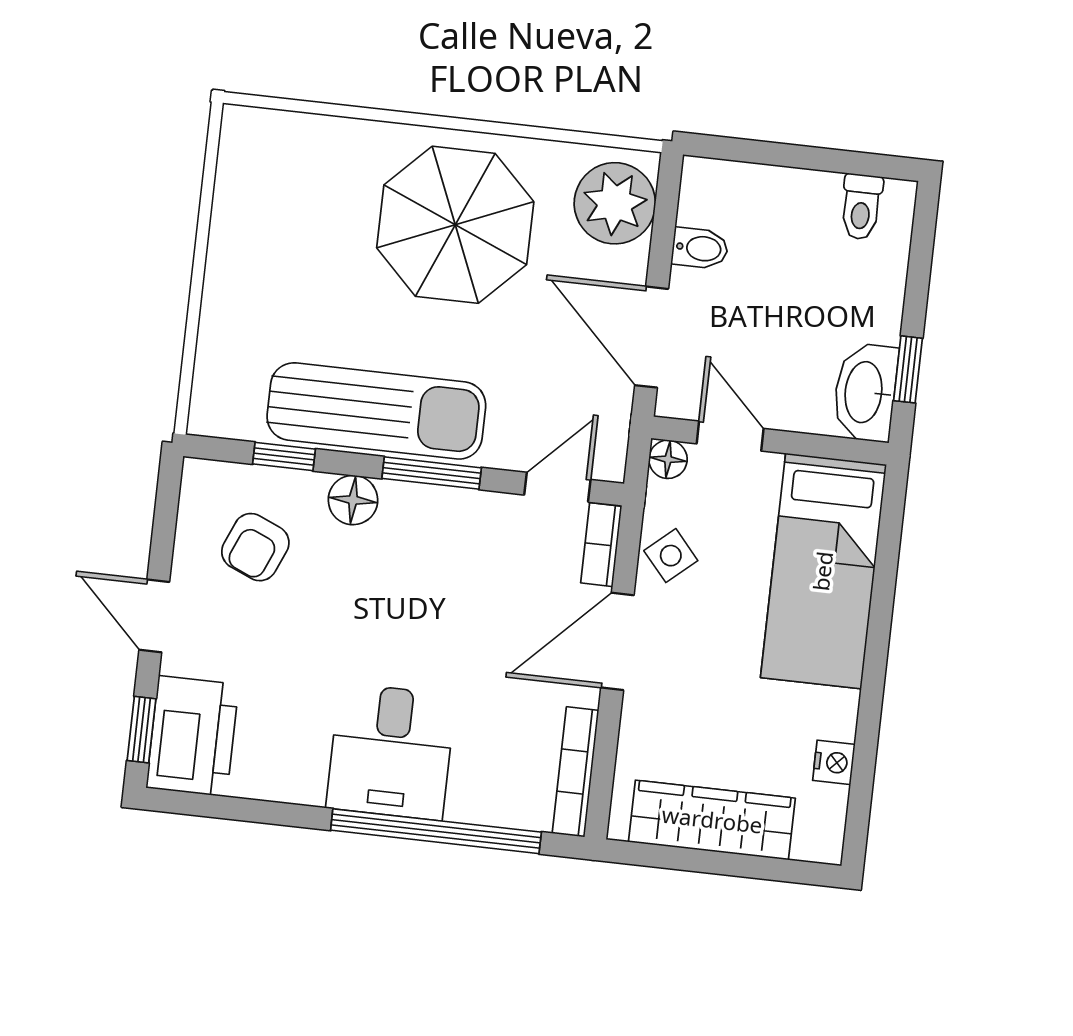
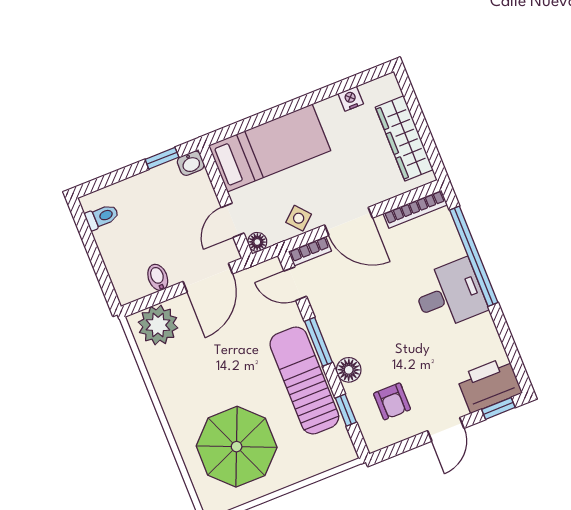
parasol: (455, 225) -> (237, 447), moved
washbasin: (865, 392) -> (191, 163), width x0.52, depth x0.69
armchair: (255, 547) -> (392, 401), turned 67

